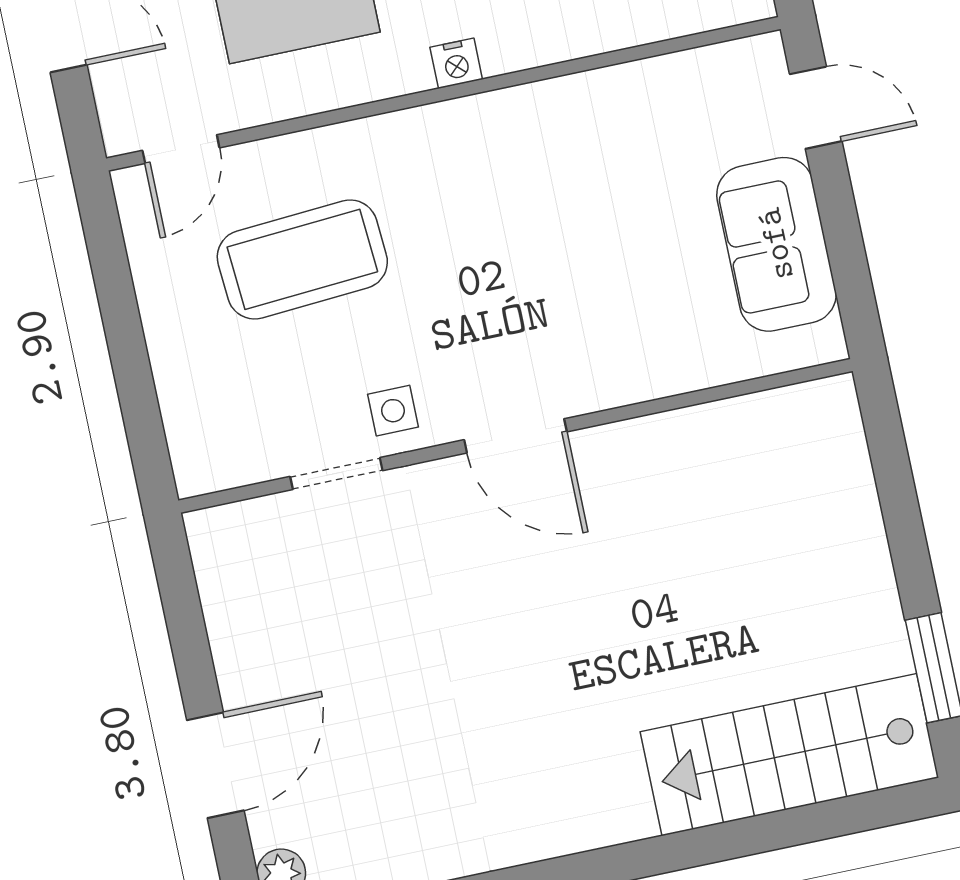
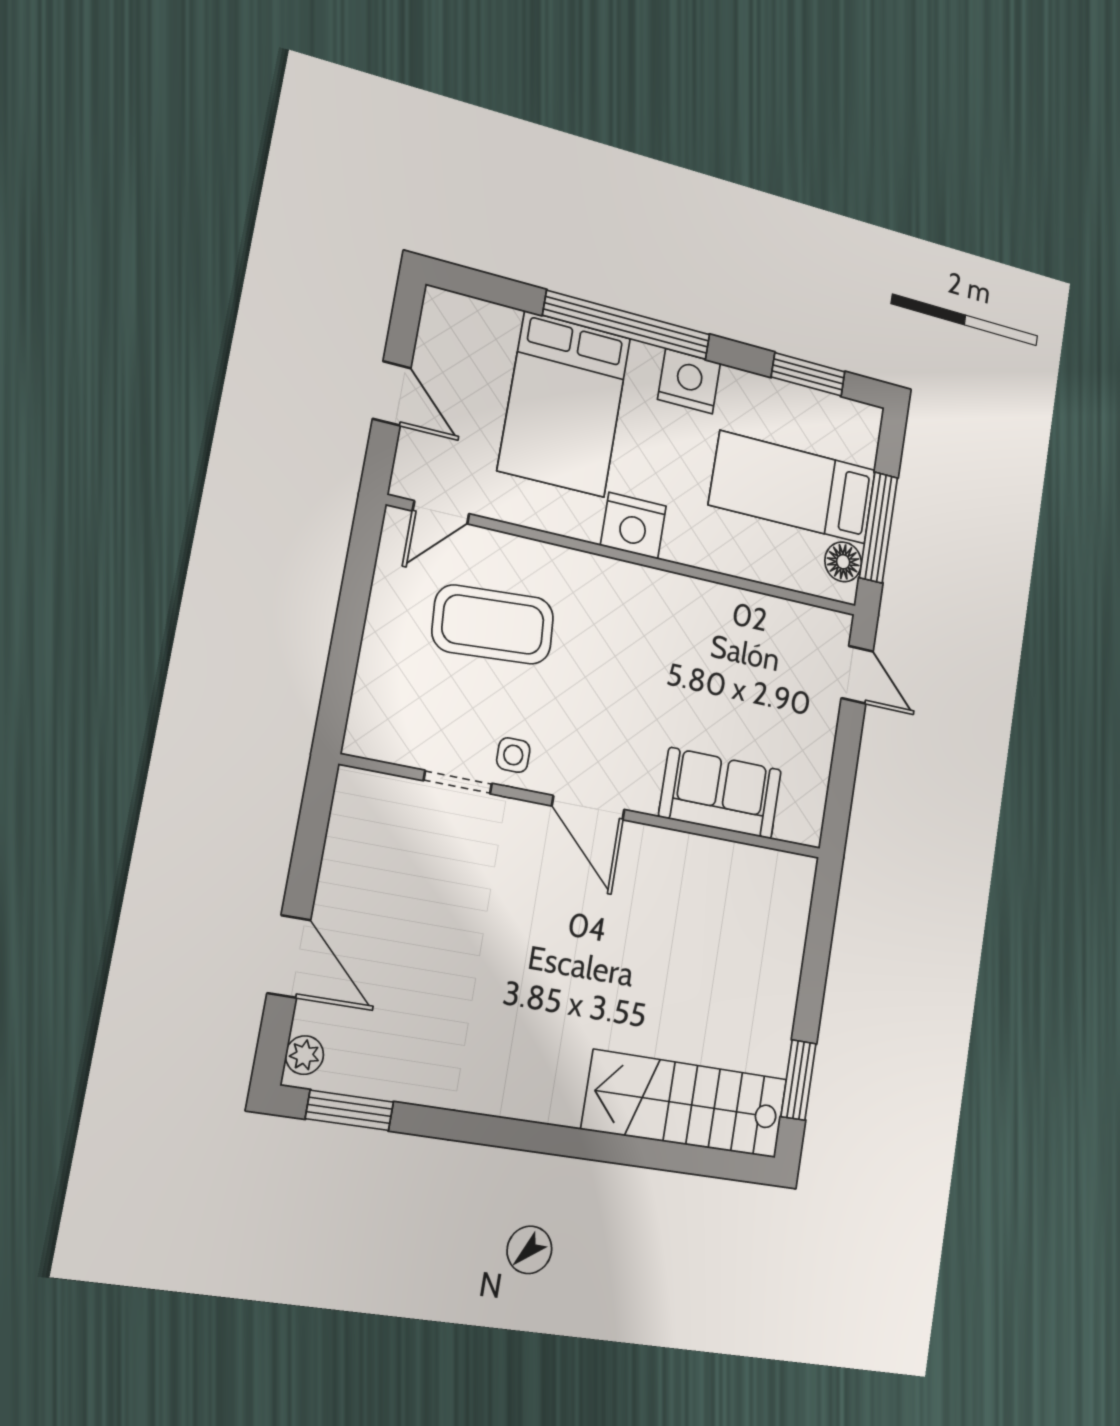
nightstand: (456, 63) -> (633, 526), width x1.89, depth x1.79
sofa: (776, 244) -> (720, 793), moved, turned 90
door: (215, 765) -> (289, 957), hinge flipped

